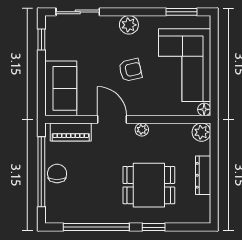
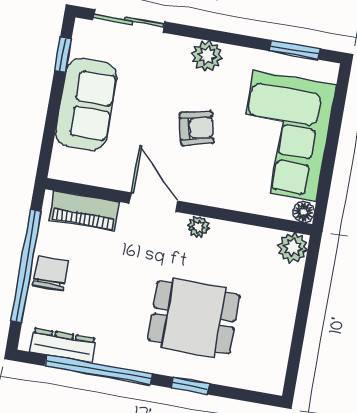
sofa: (61, 88) -> (86, 105), moved
dresser: (203, 175) -> (63, 345), moved, turned 90

